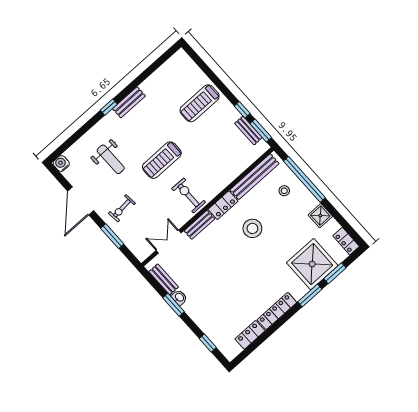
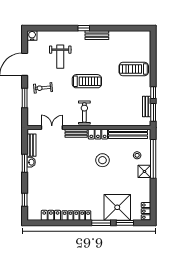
treadmill: (162, 160) -> (87, 81), turned 180
shower: (320, 216) -> (144, 171), moved

